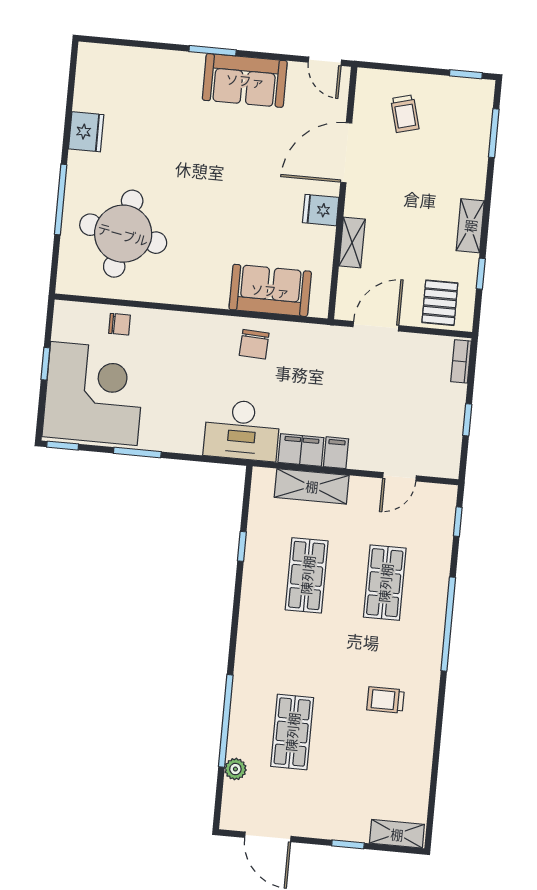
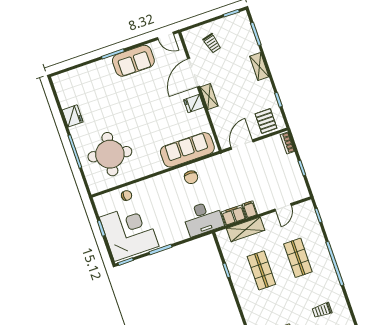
shelving: (470, 226) -> (259, 66), moved
shelving: (352, 242) -> (209, 96), moved
sofa: (270, 290) -> (187, 150), width x1.36

